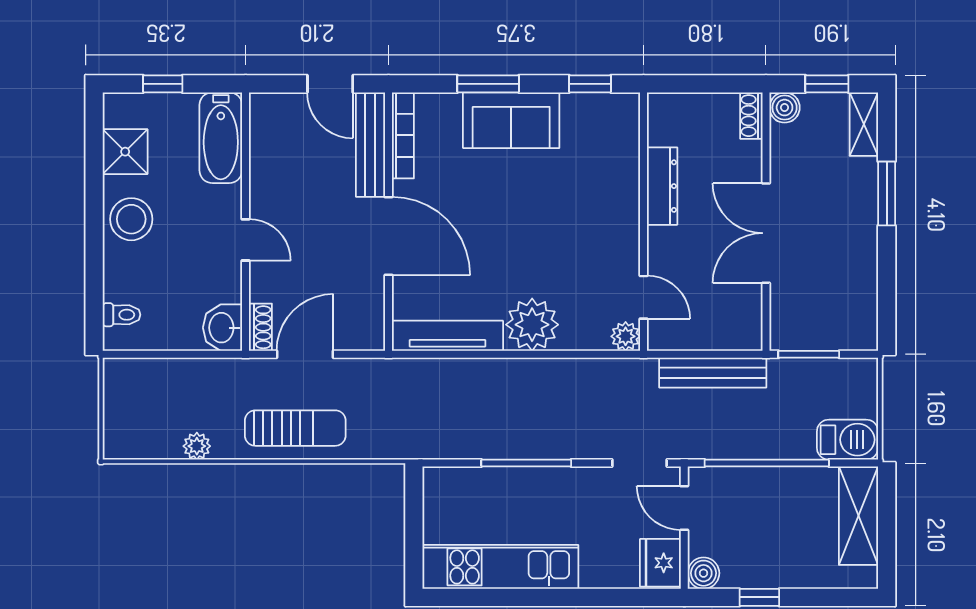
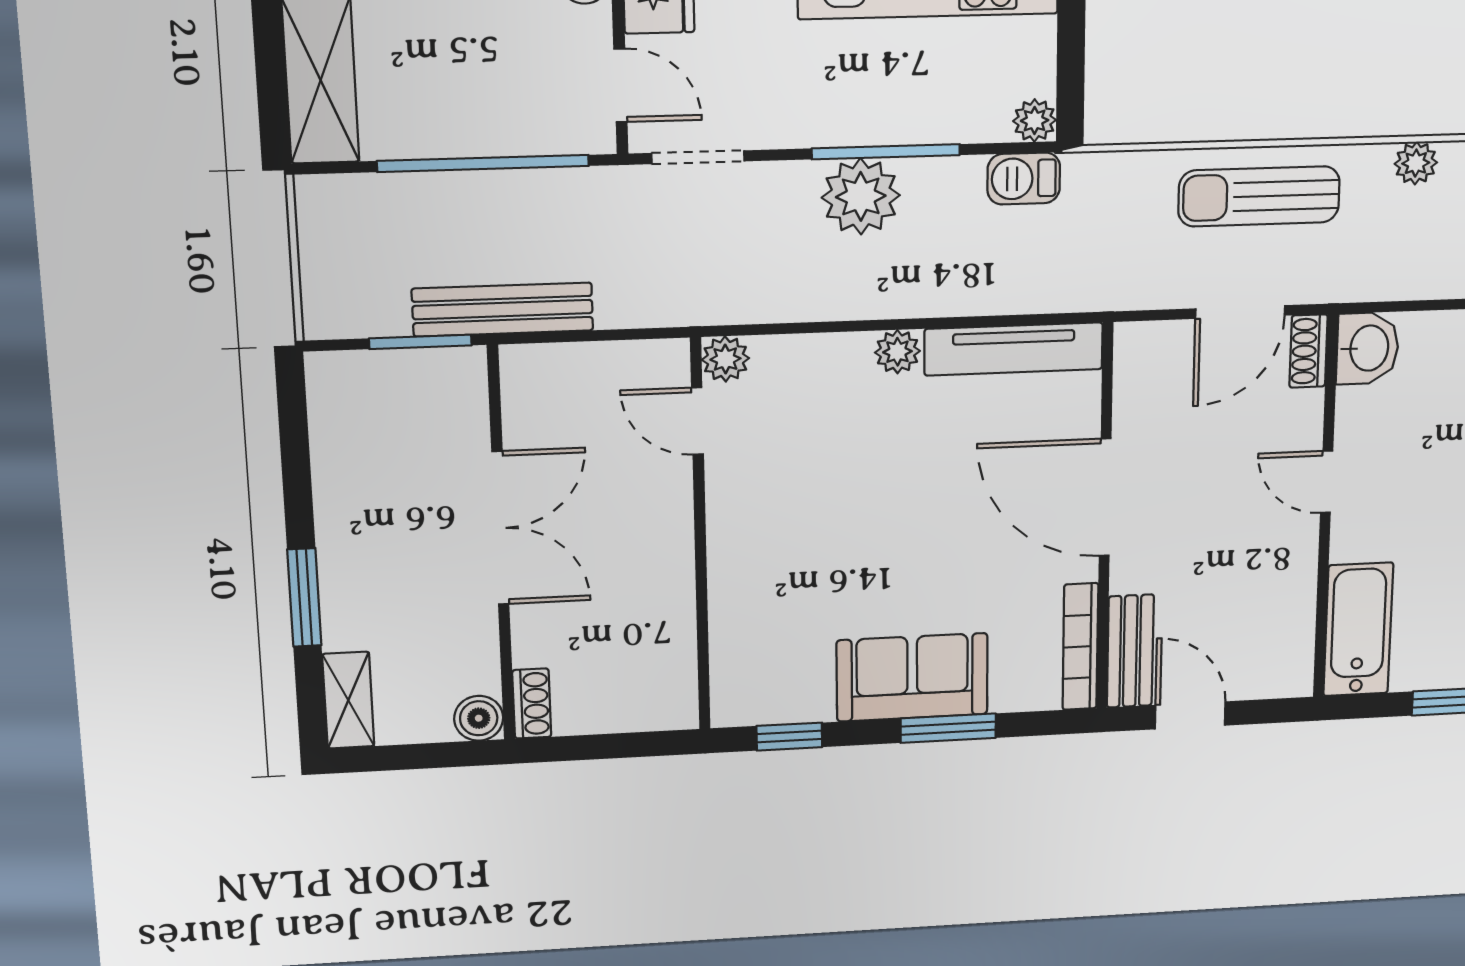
window: (827, 84) -> (412, 757), removed
bench: (370, 145) -> (1130, 651), width x0.73
dresser: (662, 186) -> (672, 592), removed
plant: (532, 325) -> (897, 352), width x0.53, depth x0.53
bench: (713, 373) -> (503, 310), moved
plant: (542, 436) -> (861, 196), added
barbecue: (848, 440) -> (1024, 179), moved, width x0.73, depth x0.79
plant: (436, 480) -> (1035, 121), added

